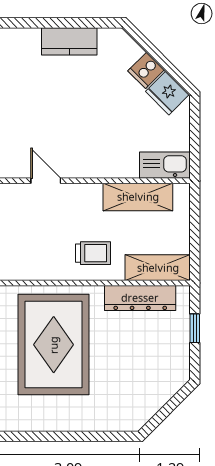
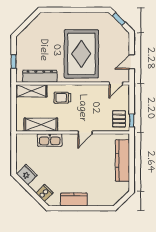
cooker: (146, 70) -> (44, 193), moved
kitchen sink: (165, 165) -> (50, 140), moved
door: (46, 181) -> (85, 132), hinge flipped

